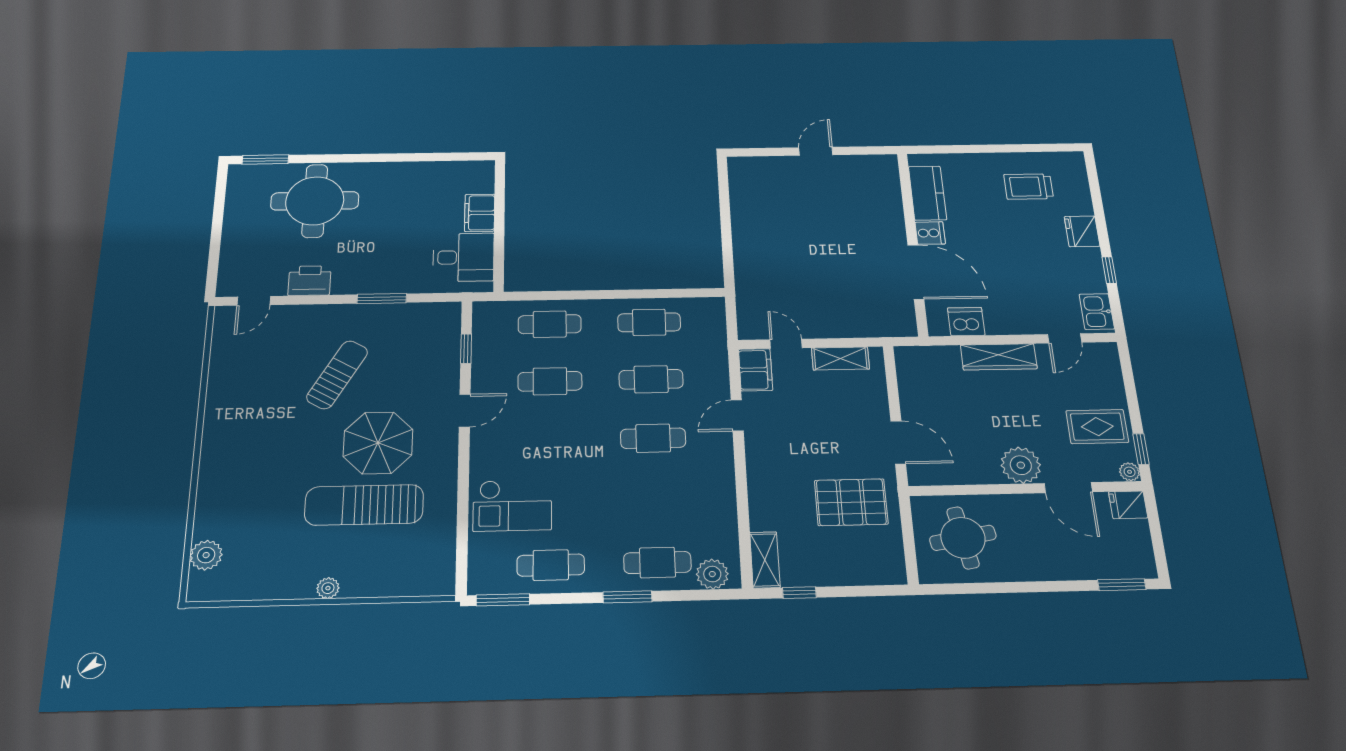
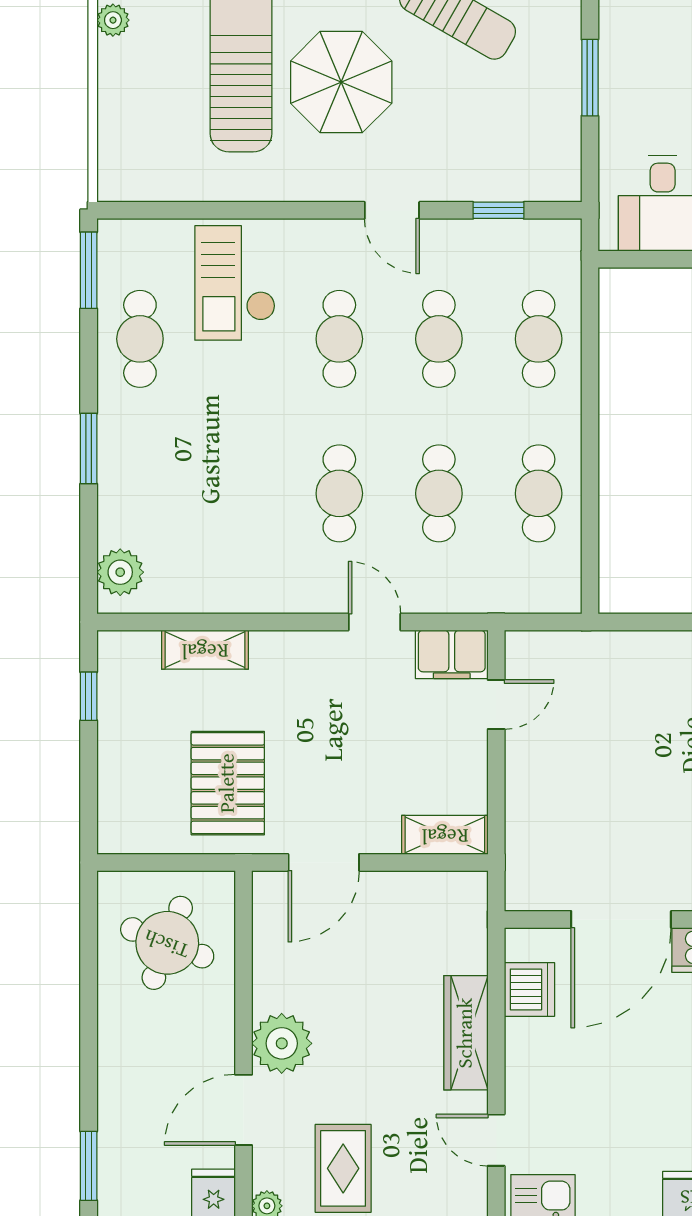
shelving: (840, 358) -> (445, 835), moved, turned 90
round table: (963, 538) -> (167, 943), turned 31
shelving: (765, 560) -> (205, 650), moved
cafe table: (657, 563) -> (339, 339), moved

